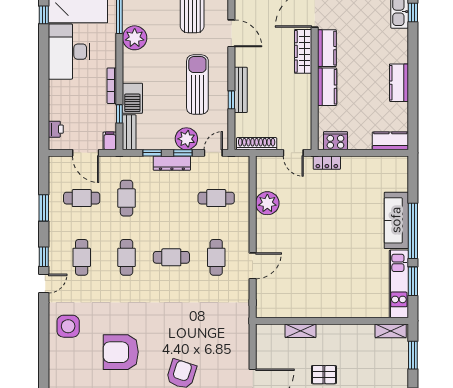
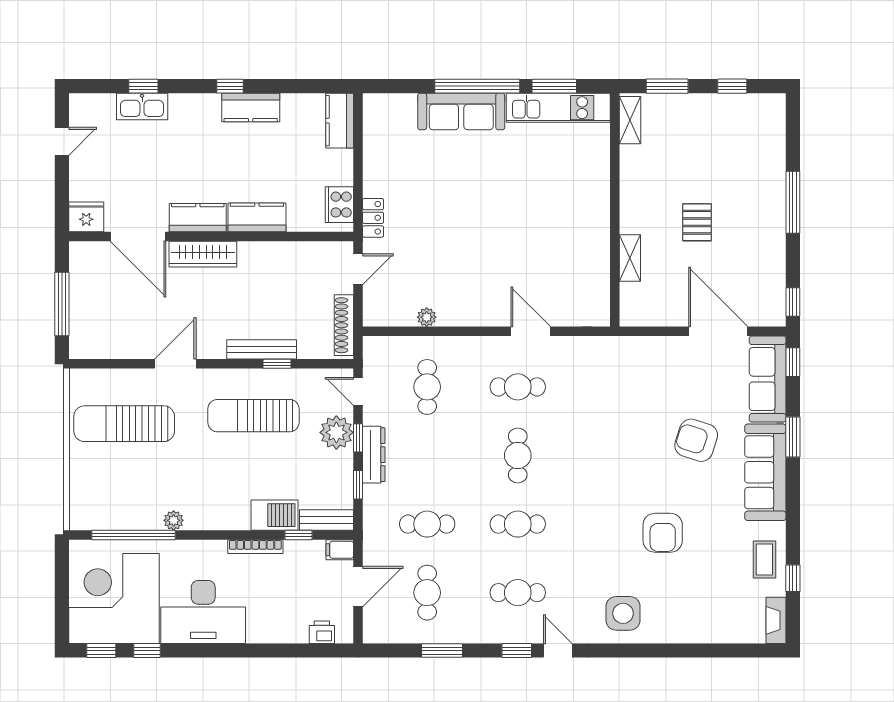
plant: (135, 38) -> (174, 520), width x0.53, depth x0.53
window: (413, 69) -> (230, 86), added
plant: (267, 203) -> (427, 317), width x0.53, depth x0.53
armchair: (121, 352) -> (663, 533), width x0.73, depth x0.73

